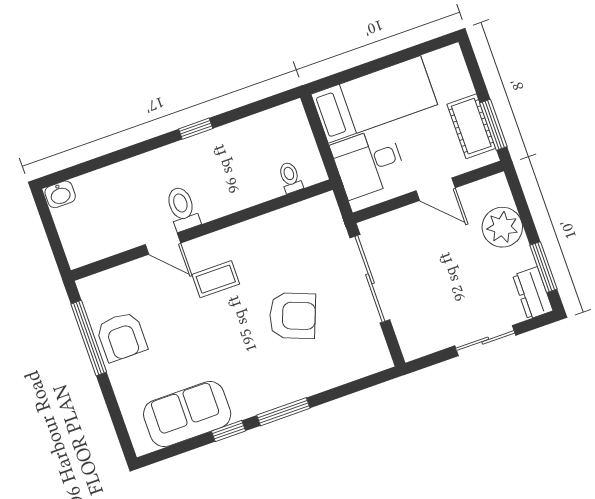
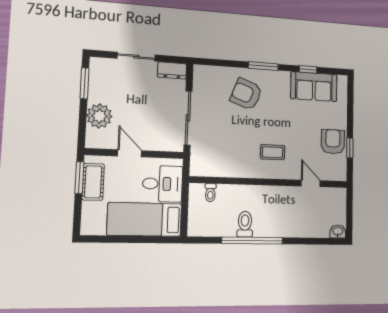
window: (196, 129) -> (252, 241), width x3.17
toilet: (182, 209) -> (245, 224), moved, turned 180
door: (163, 244) -> (311, 183), moved
dresser: (533, 293) -> (172, 70), moved, turned 90
armchair: (293, 316) -> (246, 94), moved
window: (89, 338) -> (350, 148), width x0.46
window: (229, 431) -> (308, 69), moved

